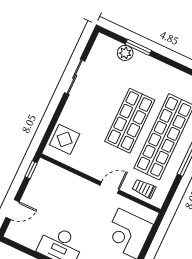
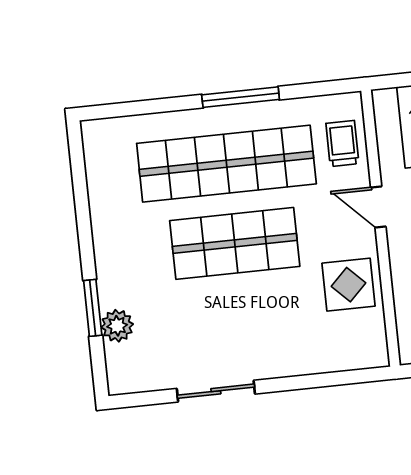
display table: (65, 139) -> (348, 285), moved
trolley: (144, 189) -> (342, 143), turned 180

